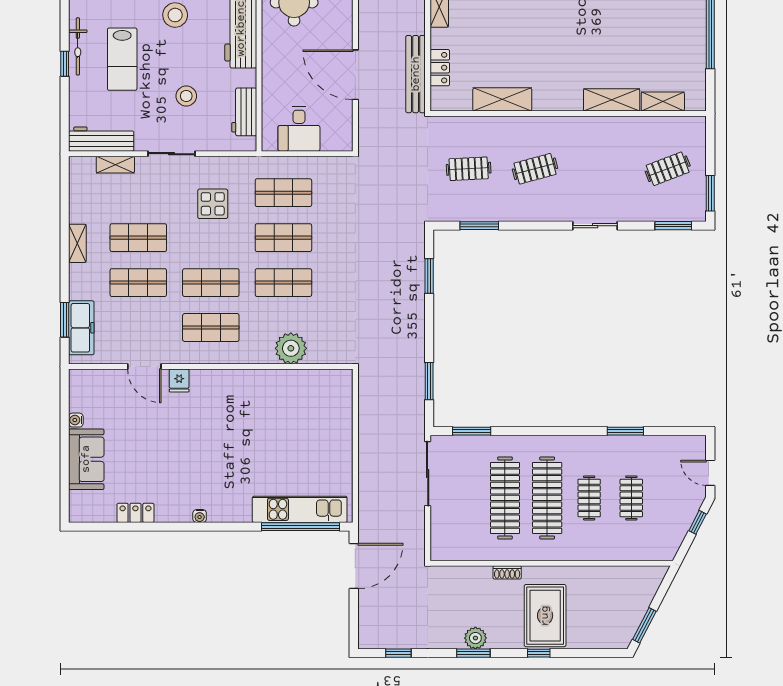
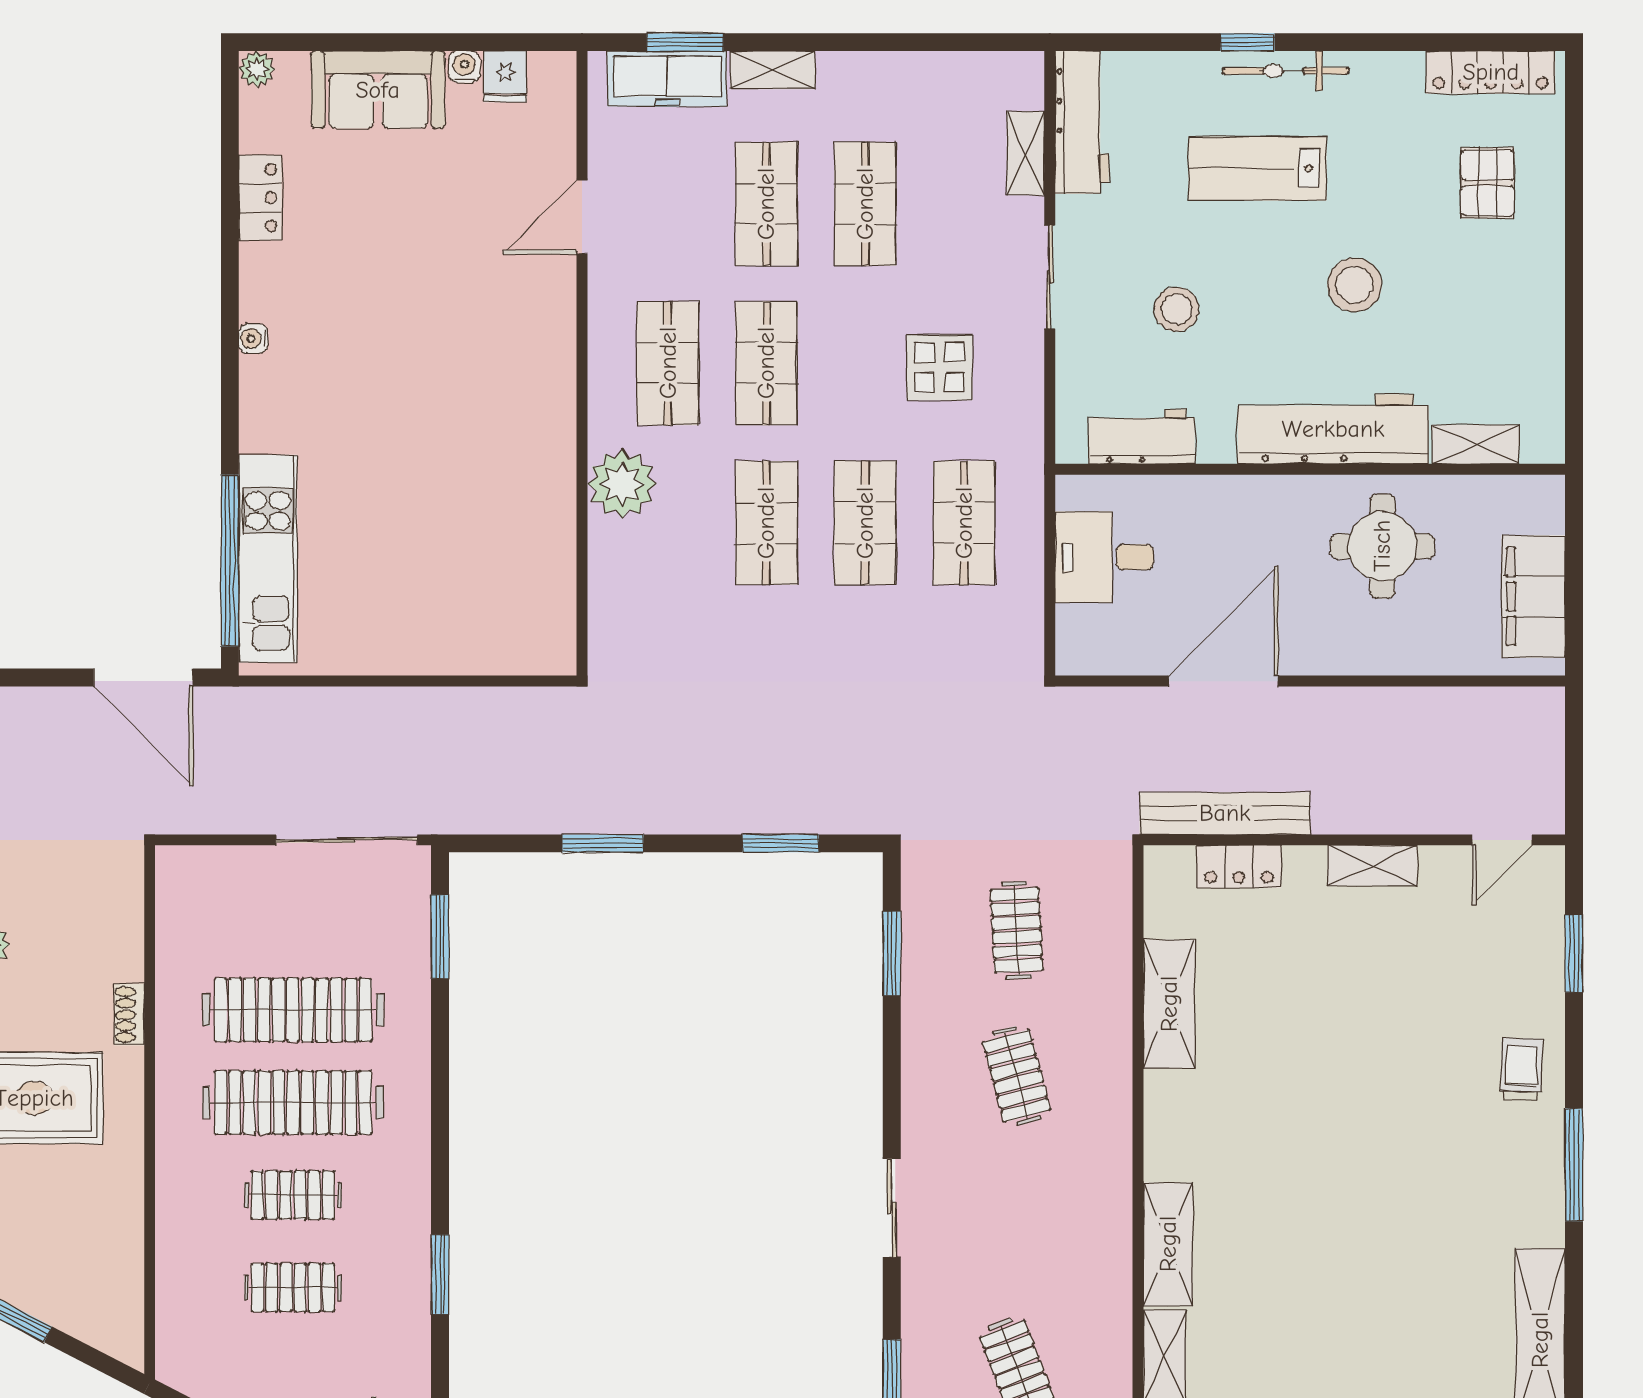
shelving: (77, 243) -> (773, 70), moved
plant: (291, 348) -> (622, 484), moved
fridge: (179, 381) -> (505, 77), moved, turned -90
window: (429, 381) -> (603, 843), moved
plant: (77, 514) -> (257, 69), added

